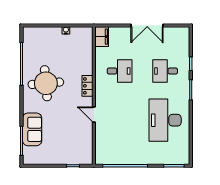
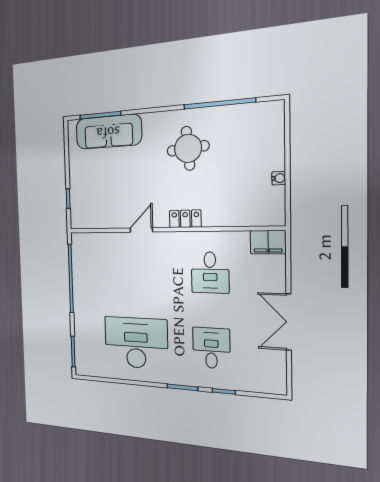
round table: (46, 83) -> (188, 148), width x0.73, depth x0.73
sofa: (32, 129) -> (108, 132), width x1.36

